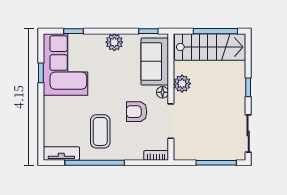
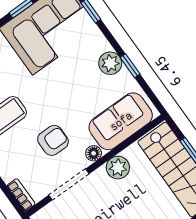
window: (148, 31) -> (130, 66), moved
armchair: (137, 112) -> (53, 140), turned 90

